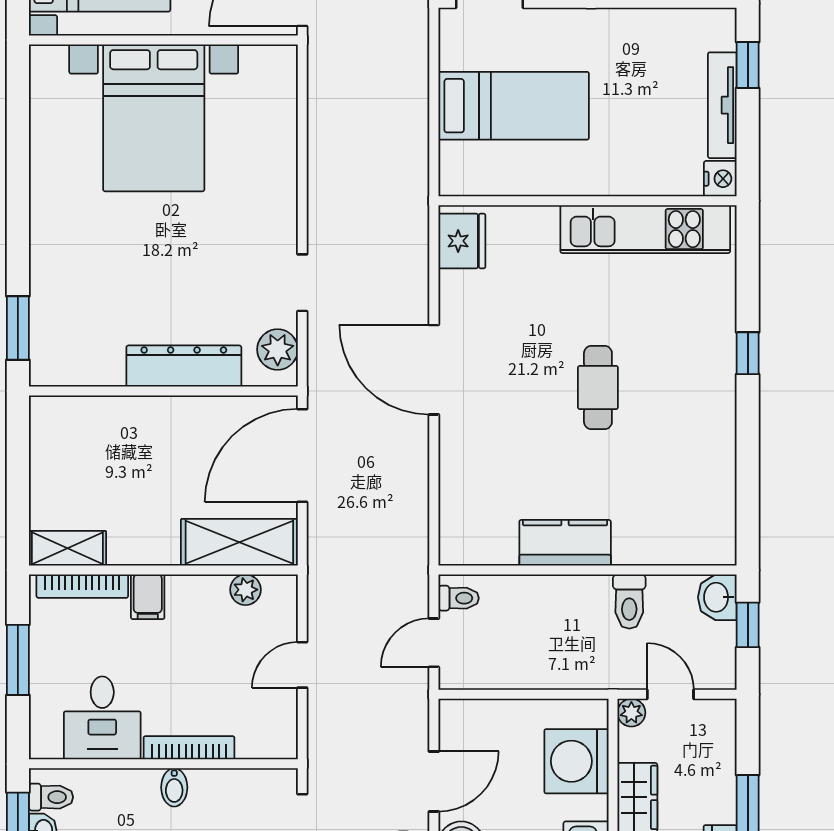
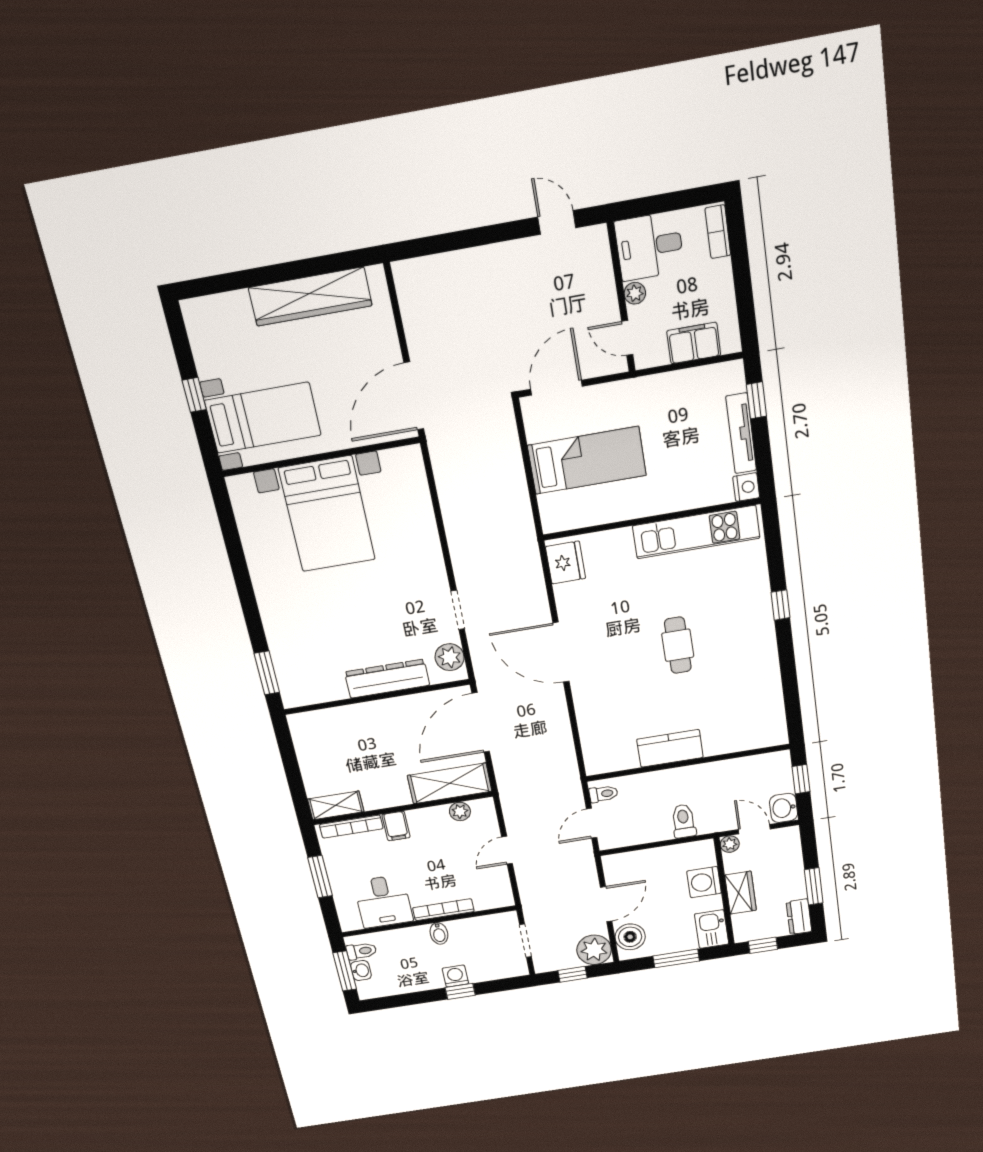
washbasin: (717, 597) -> (784, 808), moved
toilet: (629, 602) -> (684, 821), moved, turned 180
washing machine: (576, 761) -> (704, 882), width x0.73, depth x0.73

